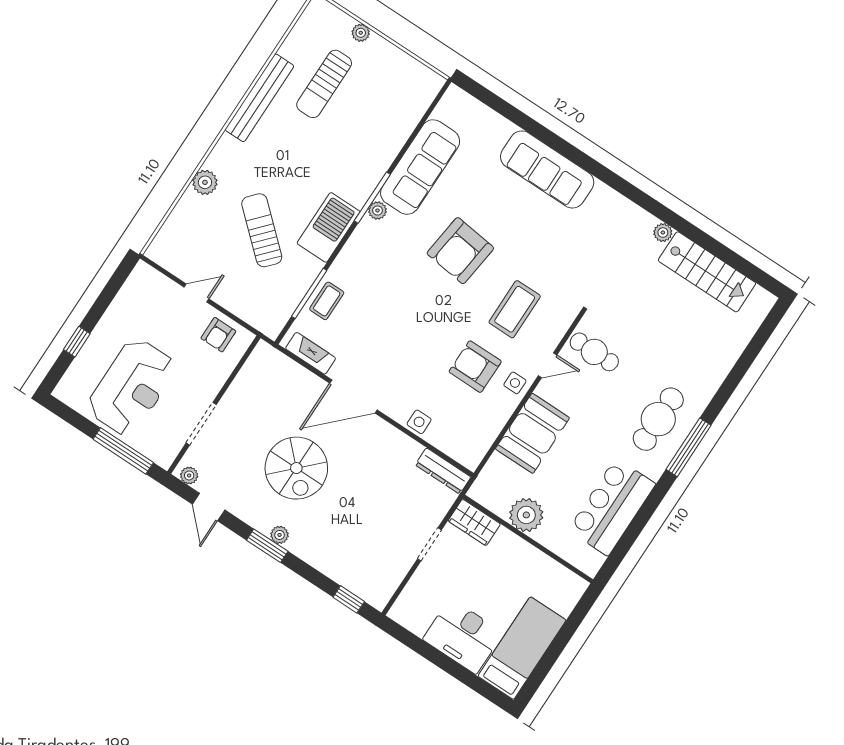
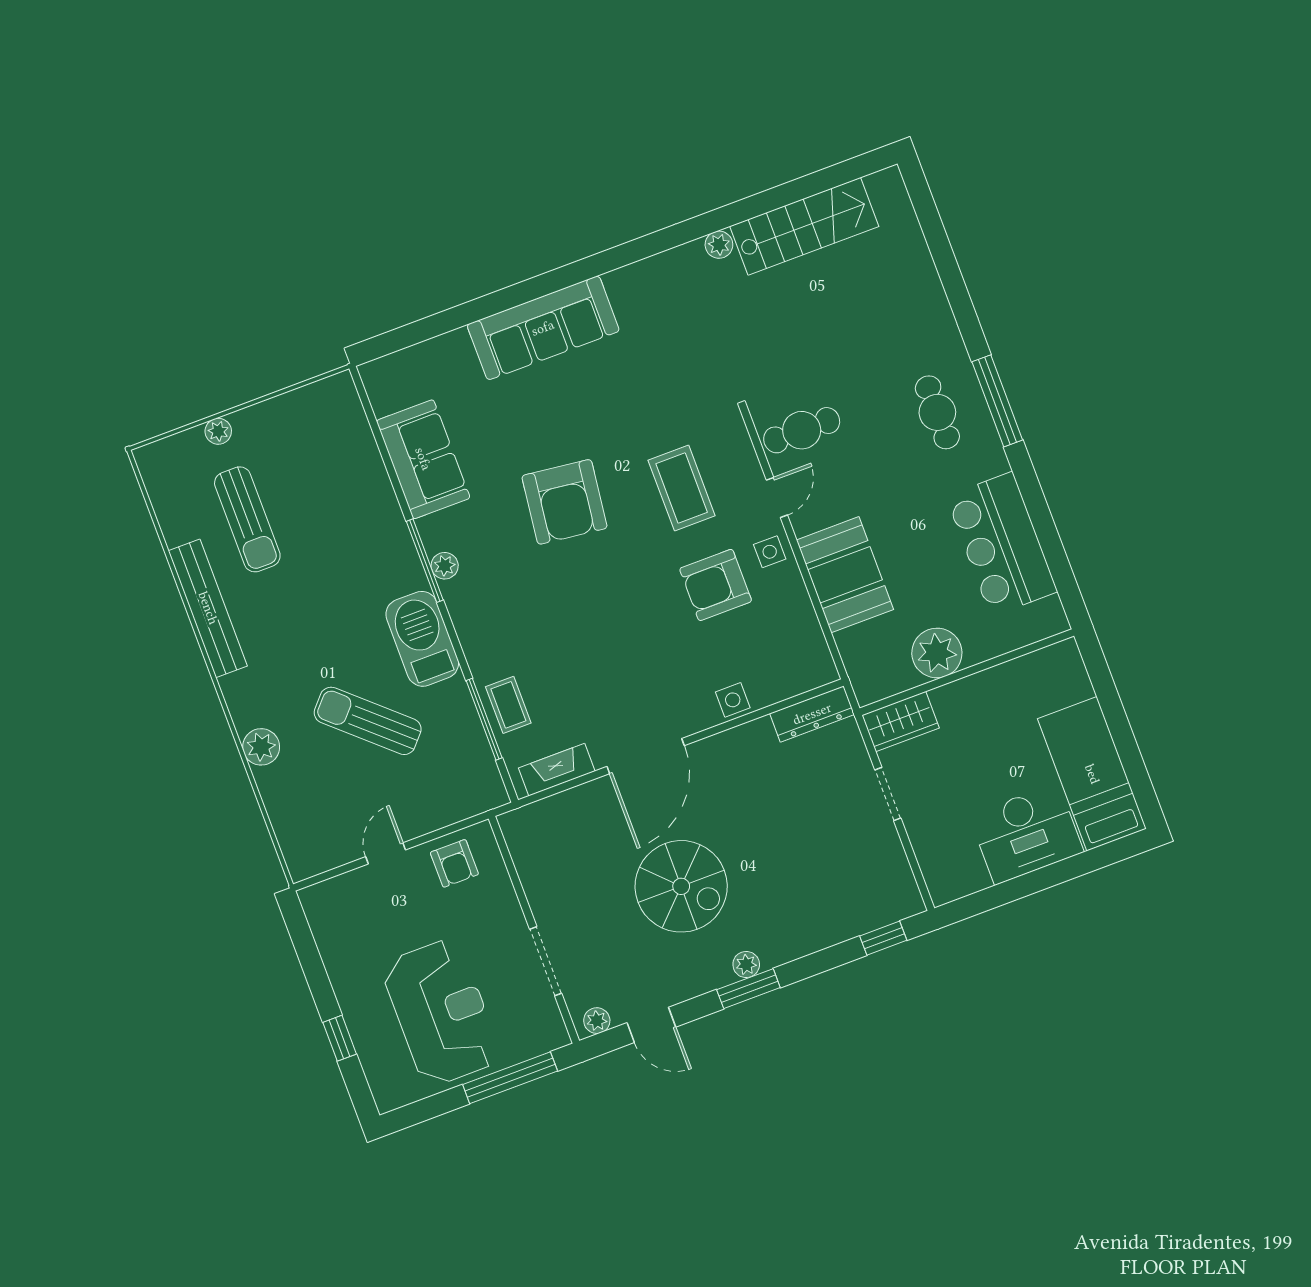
sofa: (420, 167) -> (423, 459), width x0.73
cafe table: (658, 419) -> (937, 412), width x0.73, depth x0.74

